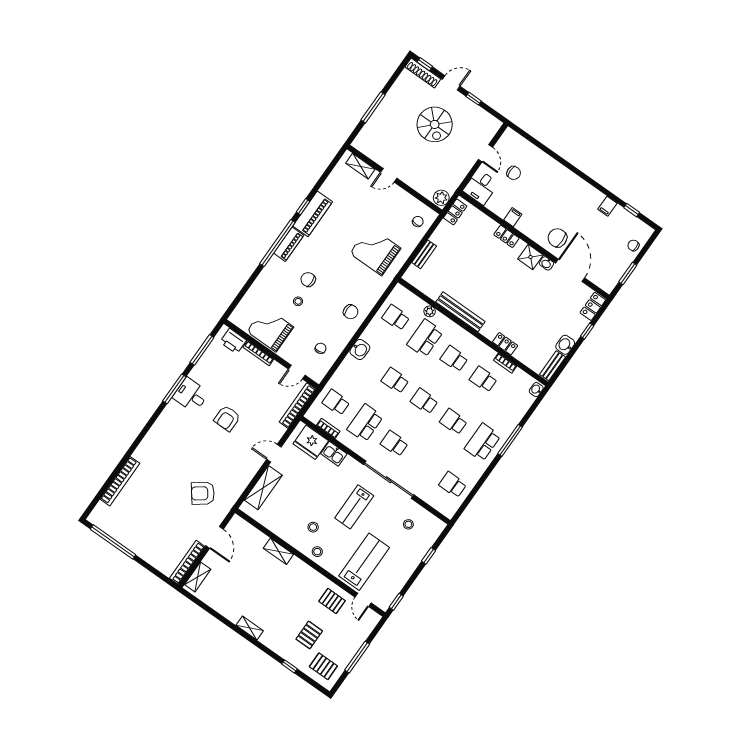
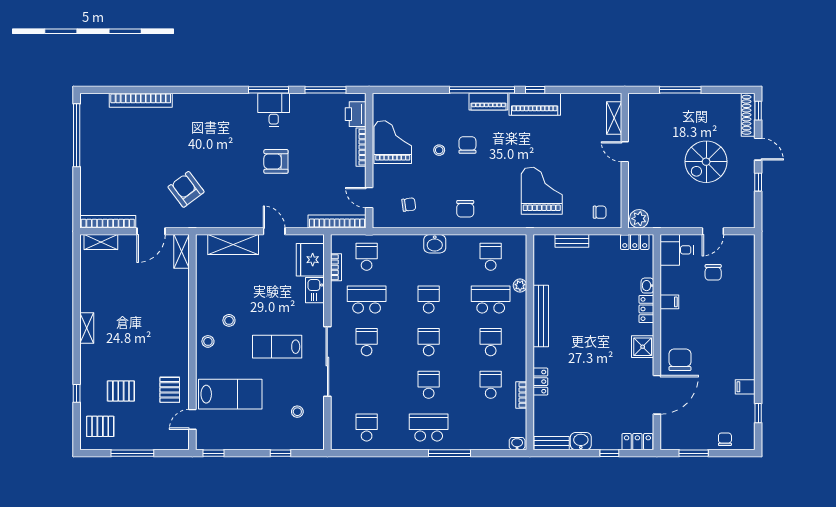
washbasin: (546, 263) -> (647, 286), moved
shelving: (278, 551) -> (182, 251), moved
pallet: (323, 666) -> (100, 426), turned 90

